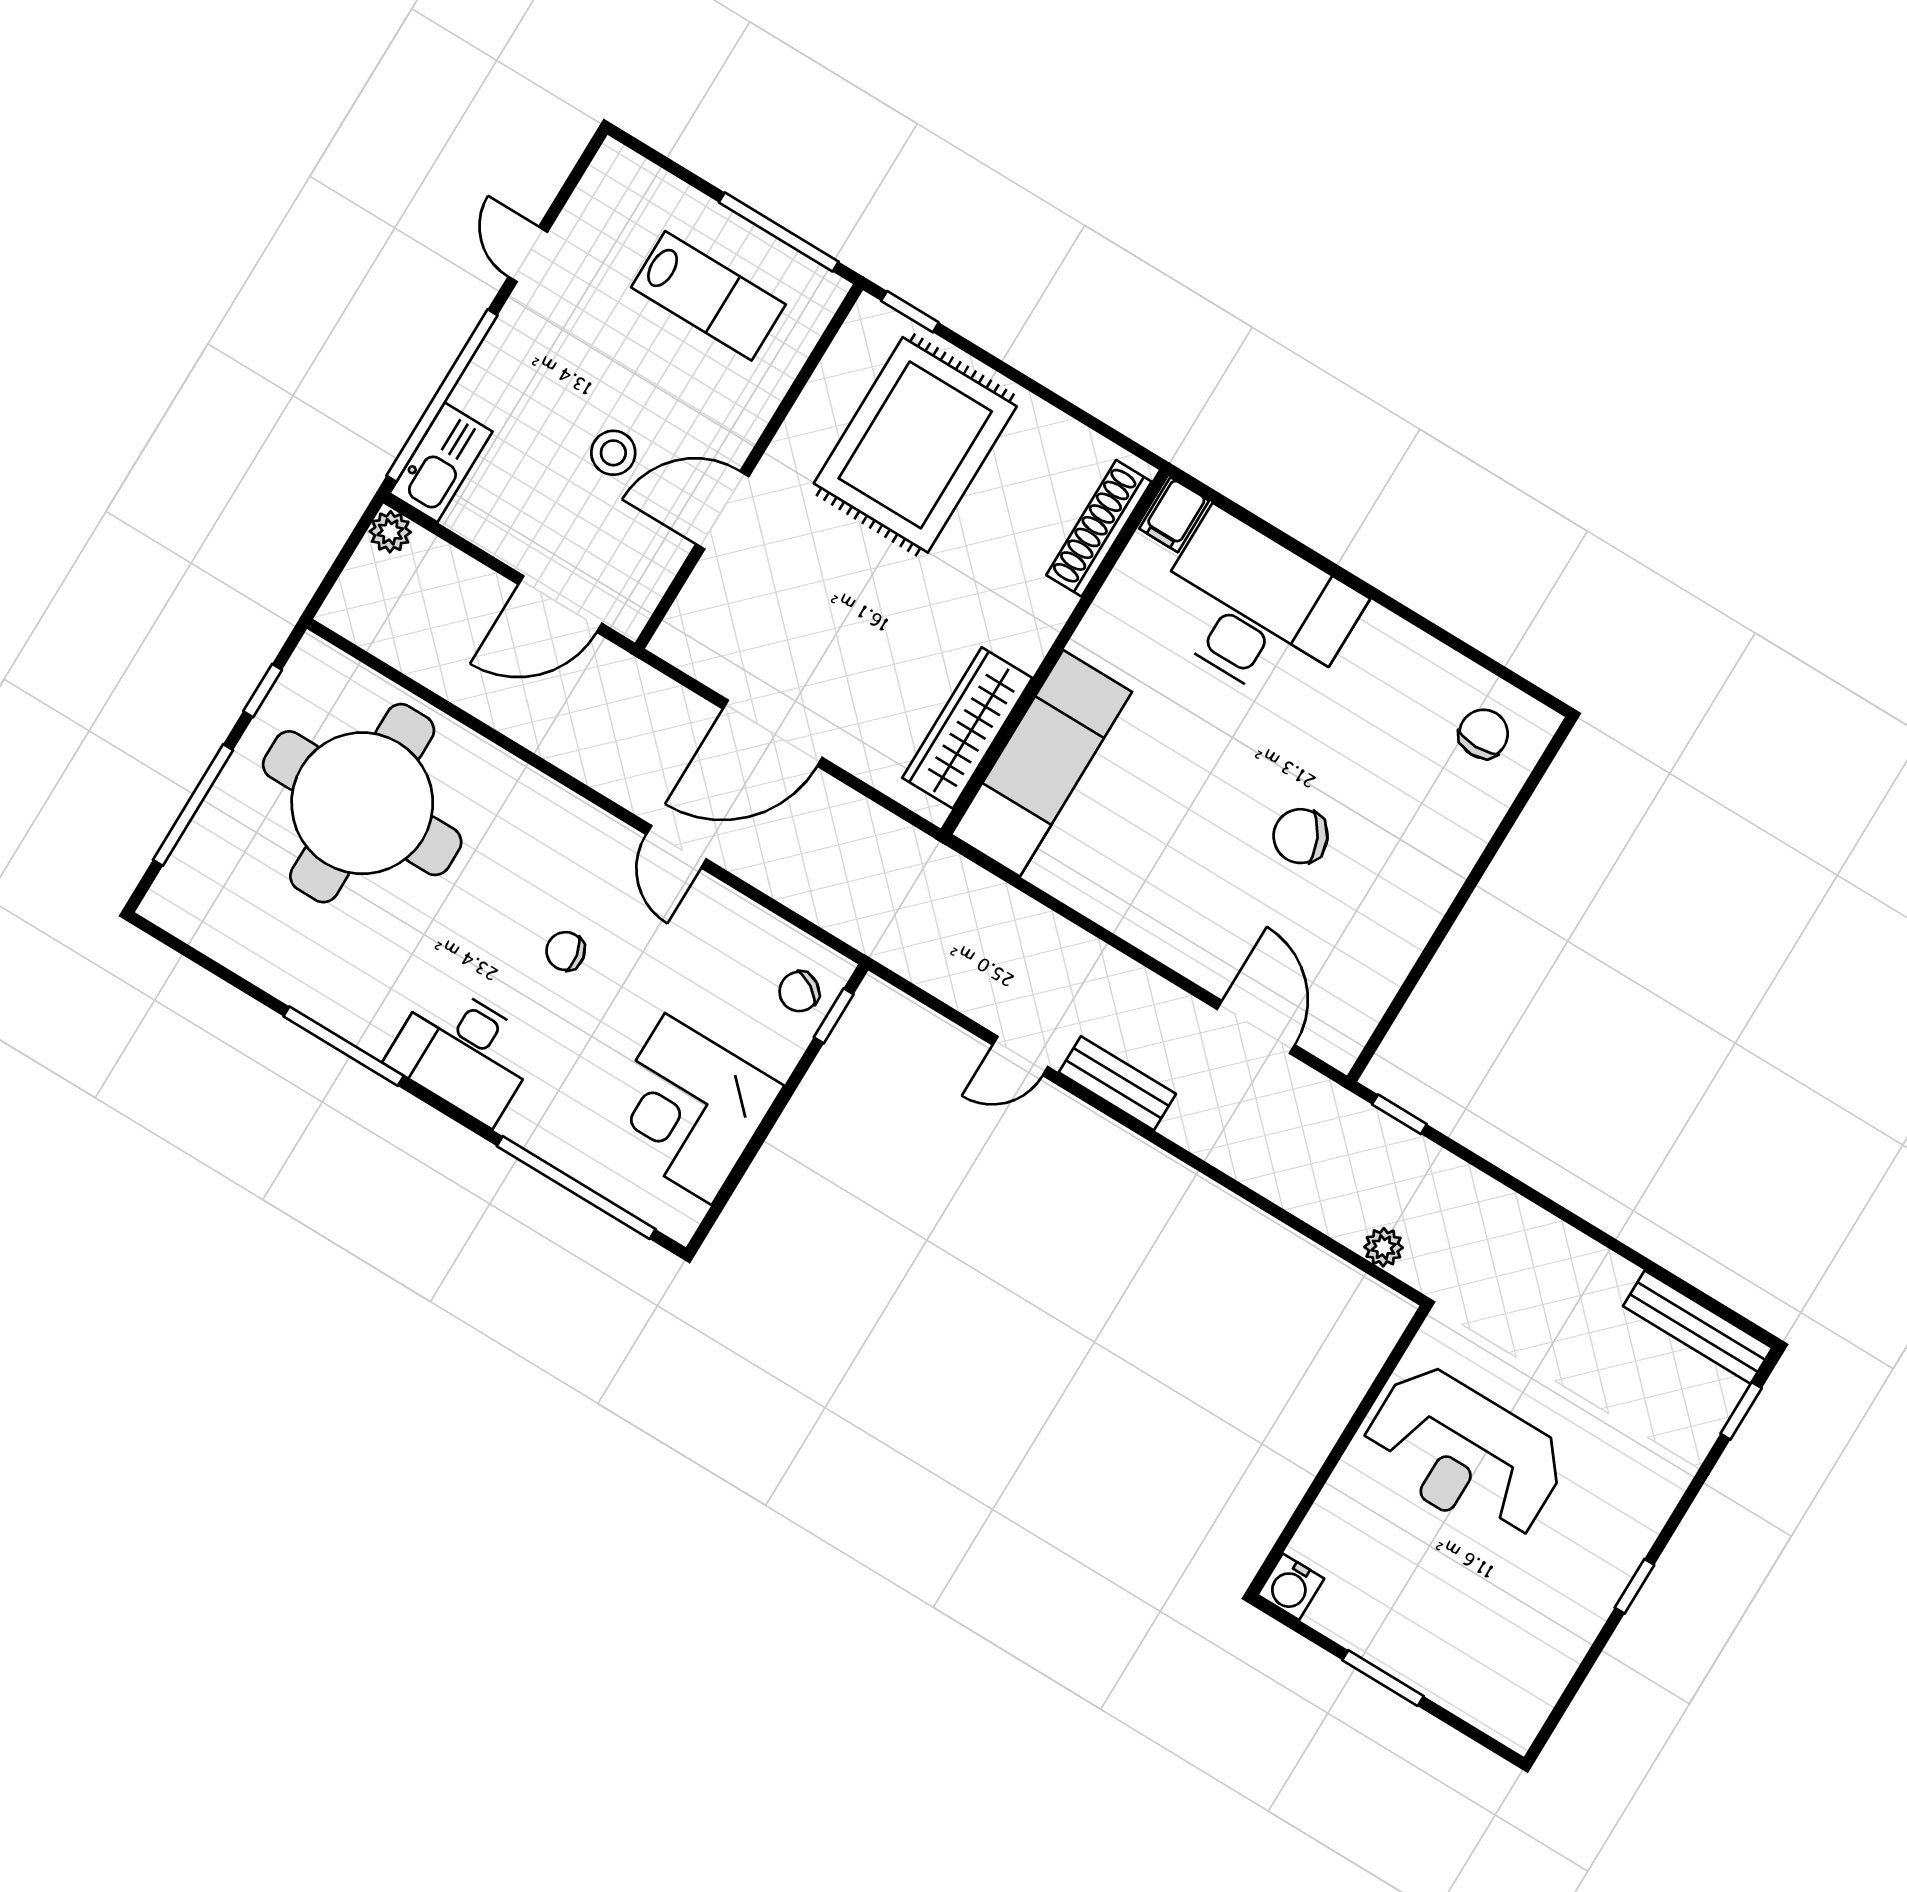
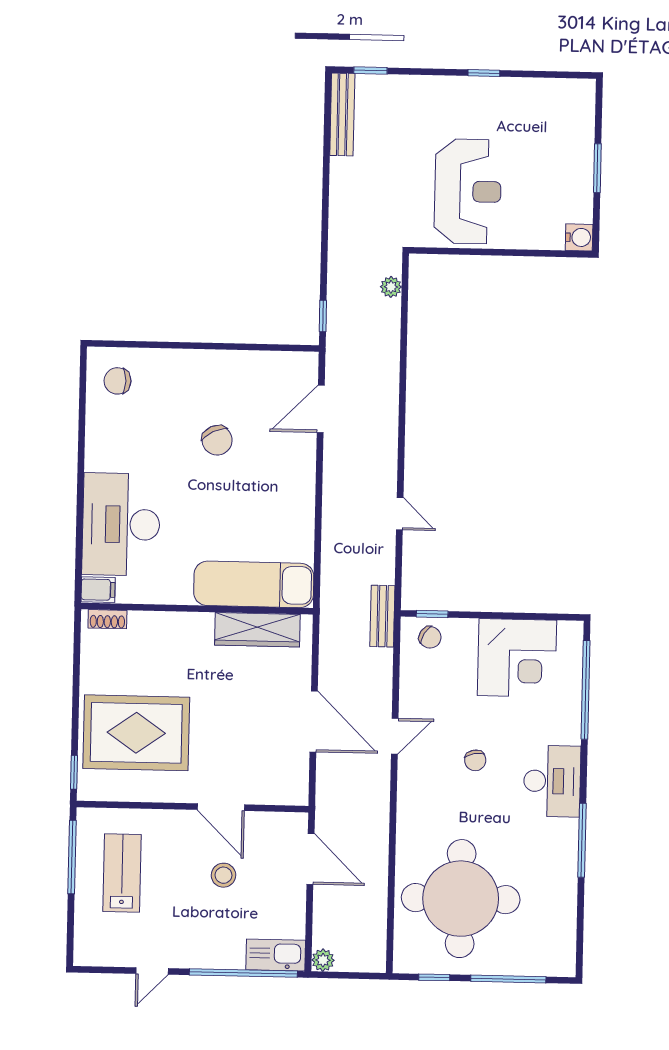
shoe rack: (1099, 528) -> (107, 619), width x0.51, depth x0.81
bench: (1117, 1083) -> (382, 616), moved

